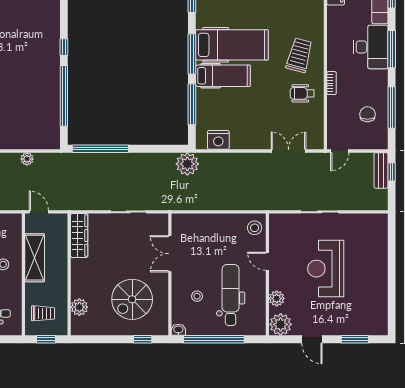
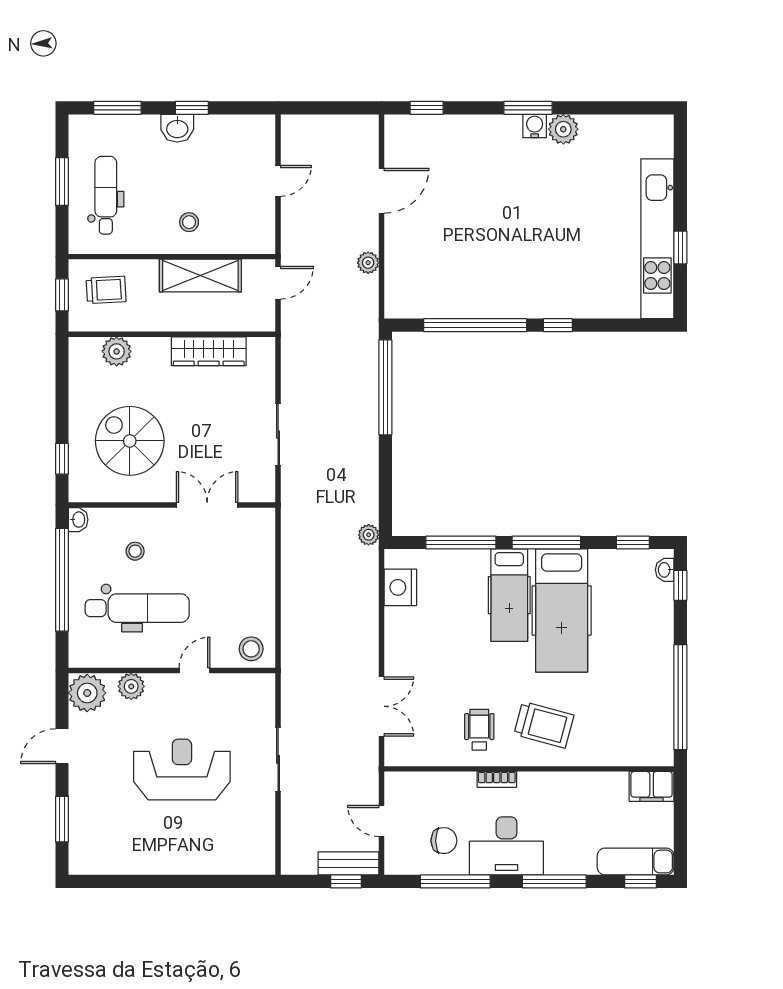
desk: (371, 47) -> (506, 846), moved
door: (340, 151) -> (382, 821), moved
plant: (187, 164) -> (369, 535), width x0.53, depth x0.53
wardrobe: (79, 236) -> (209, 351), moved
trolley: (43, 313) -> (106, 290), turned -93

